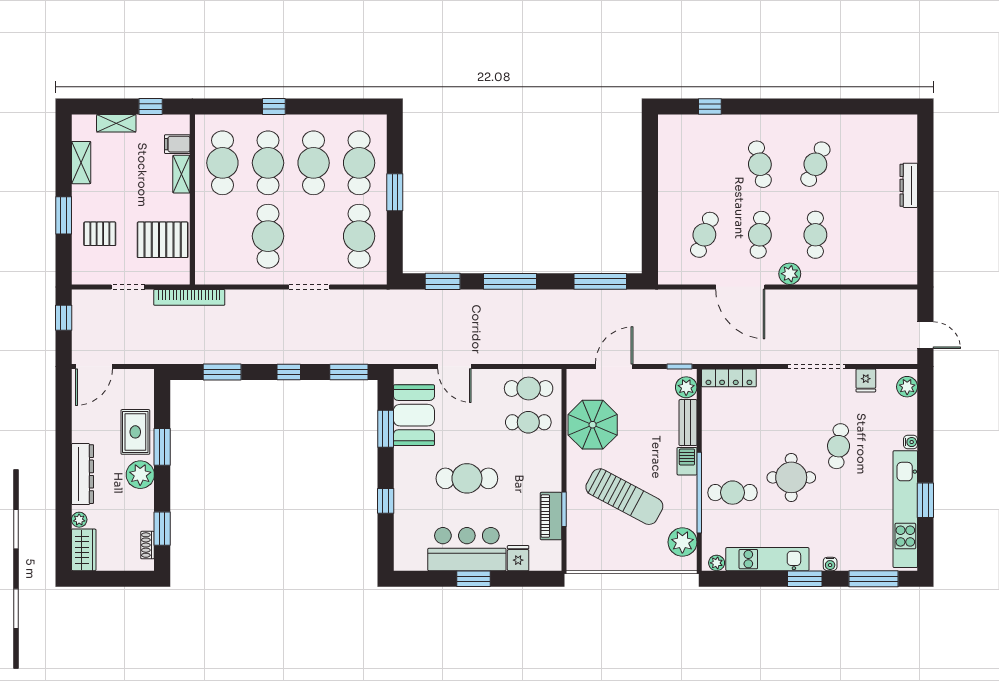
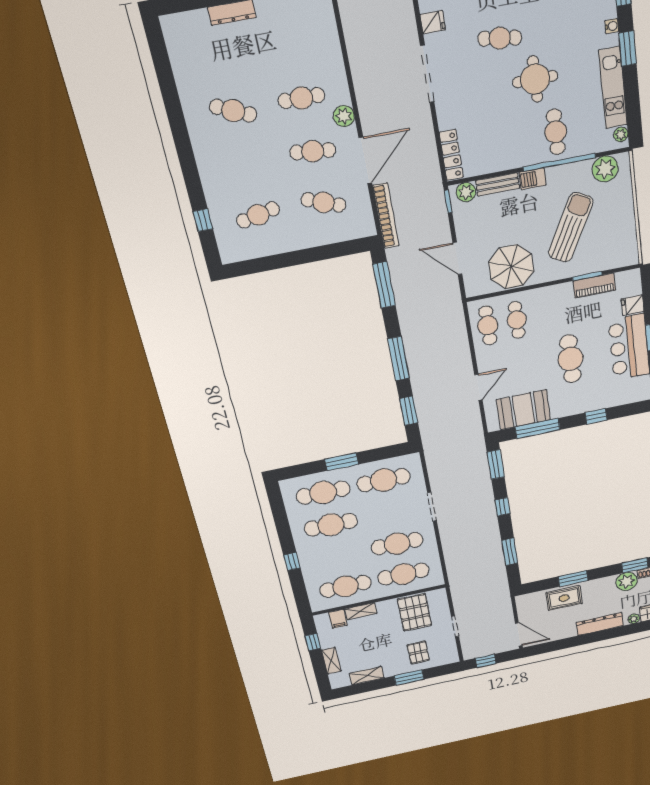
cafe table: (268, 163) -> (403, 574), moved
cafe table: (760, 164) -> (258, 215), moved
bookcase: (189, 297) -> (386, 216), moved
window: (386, 429) -> (538, 428), width x1.44
plant: (140, 475) -> (627, 581), moved

